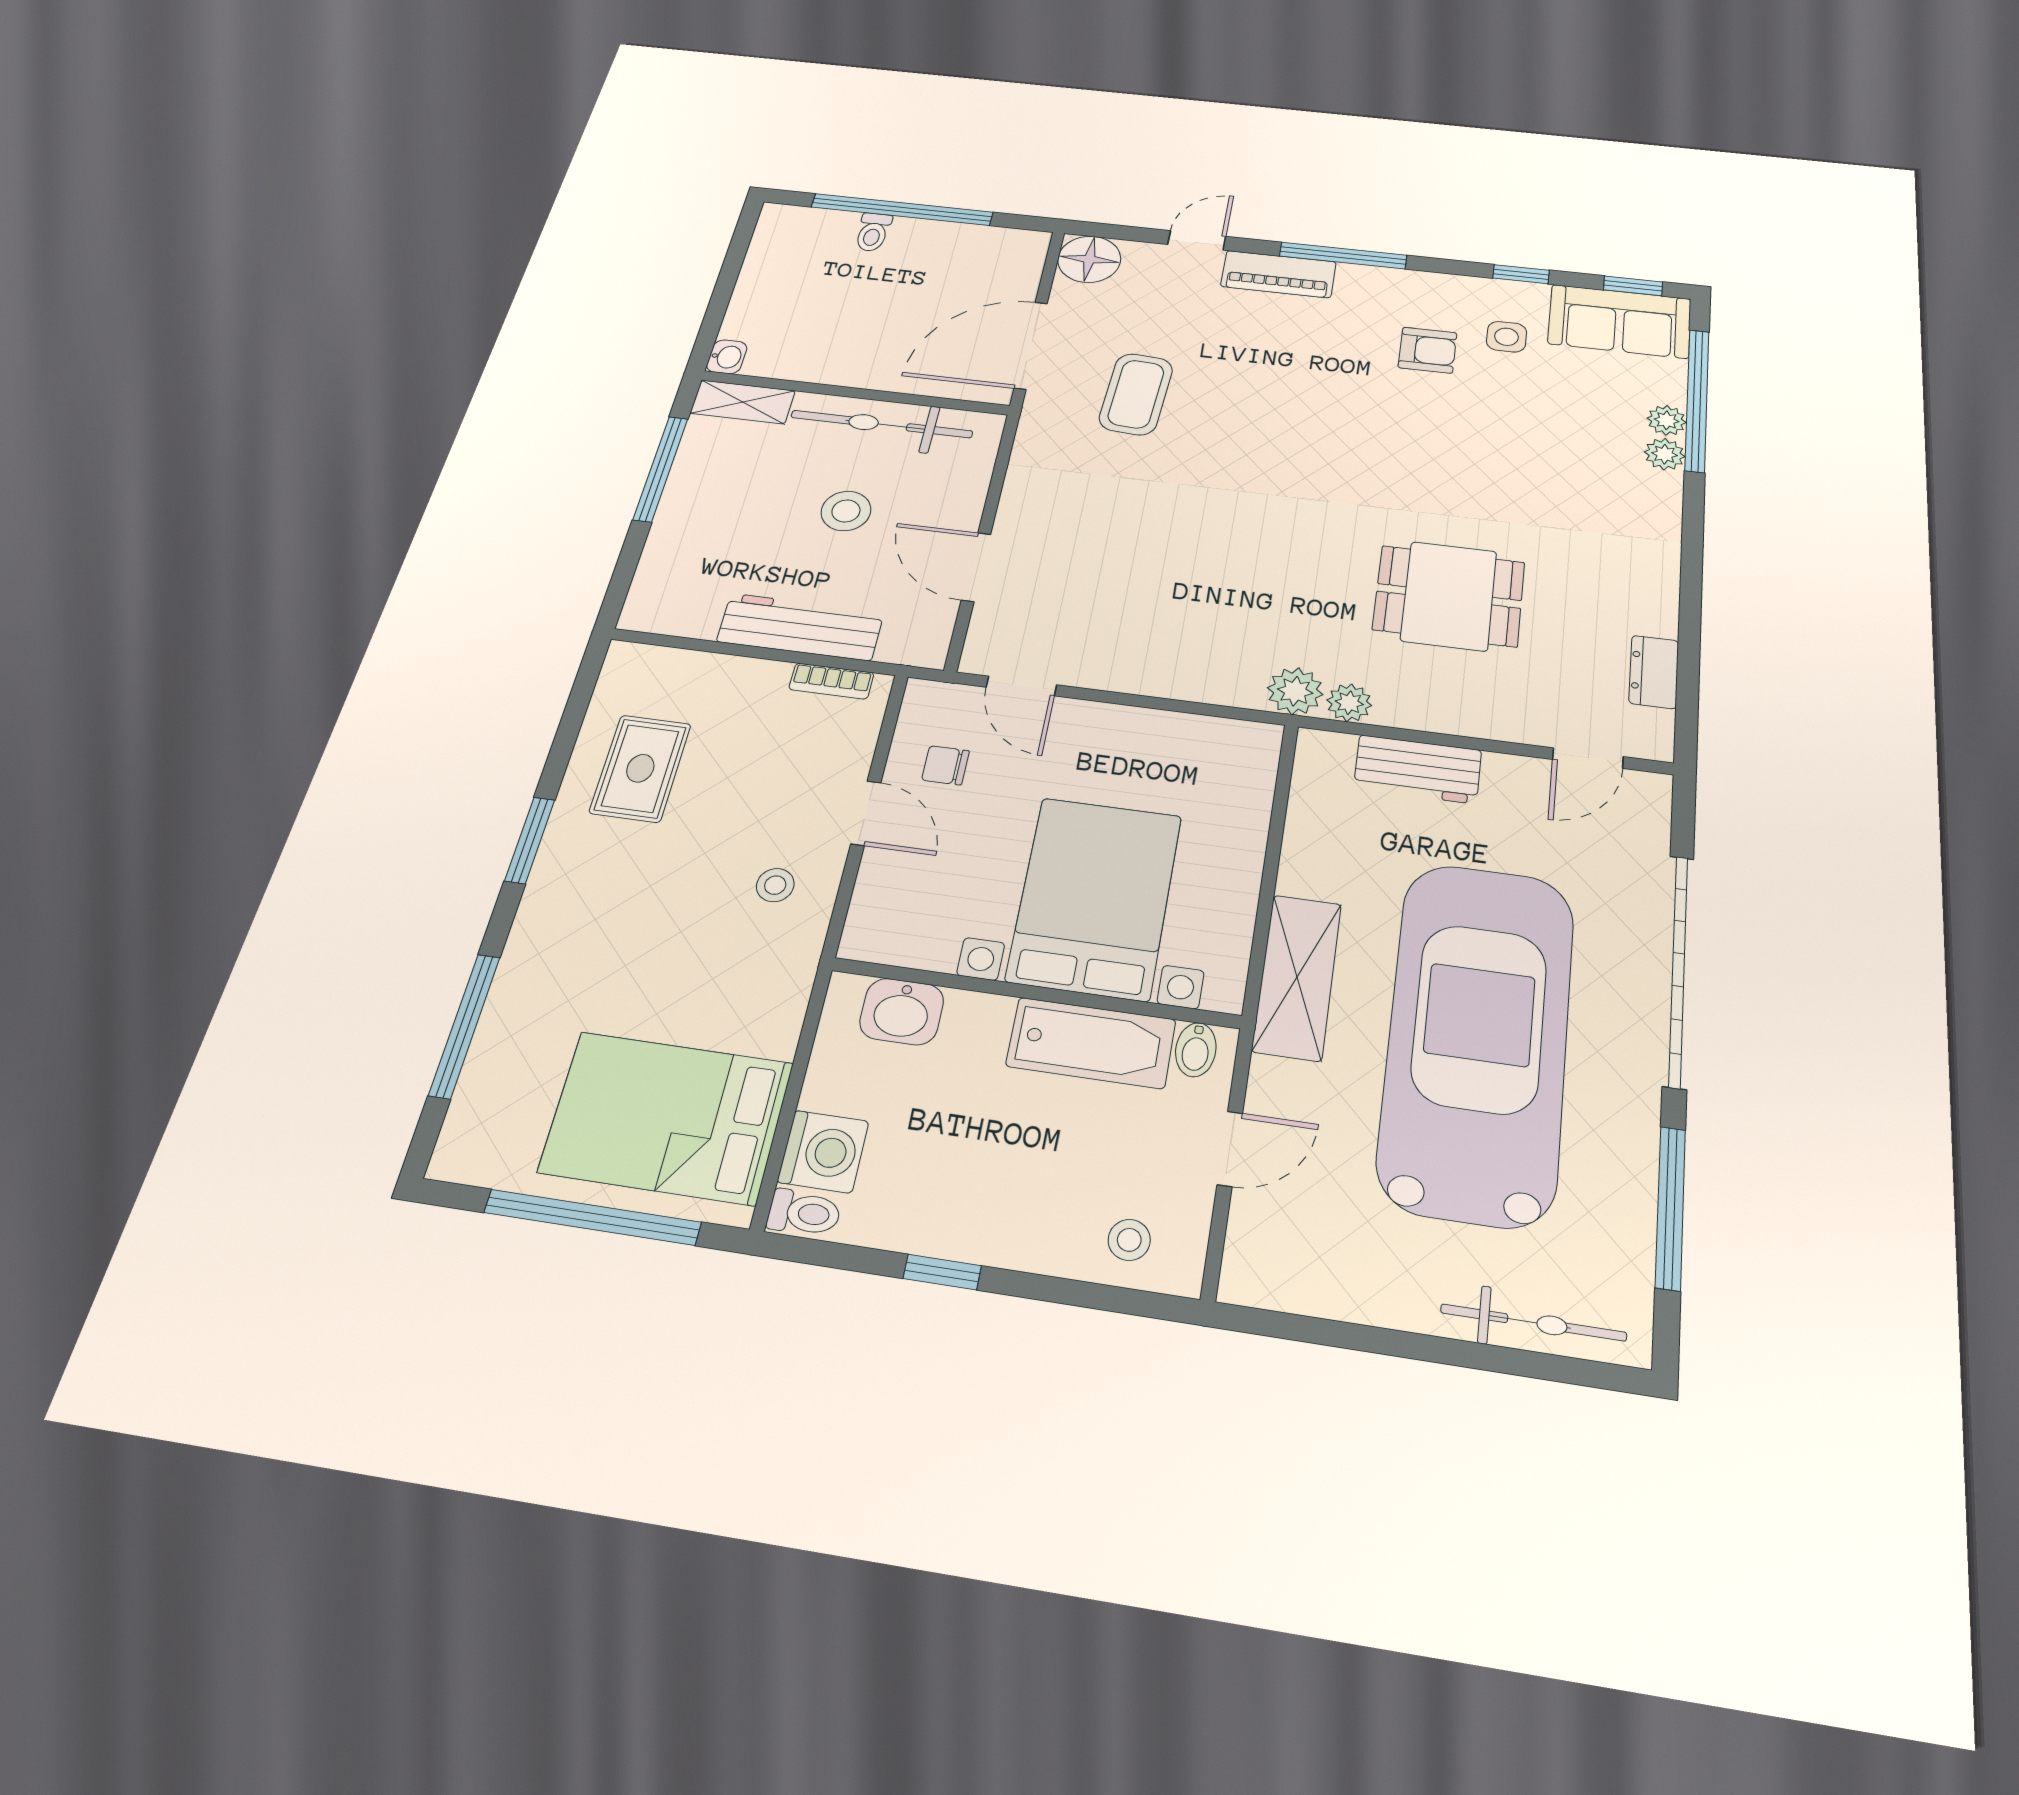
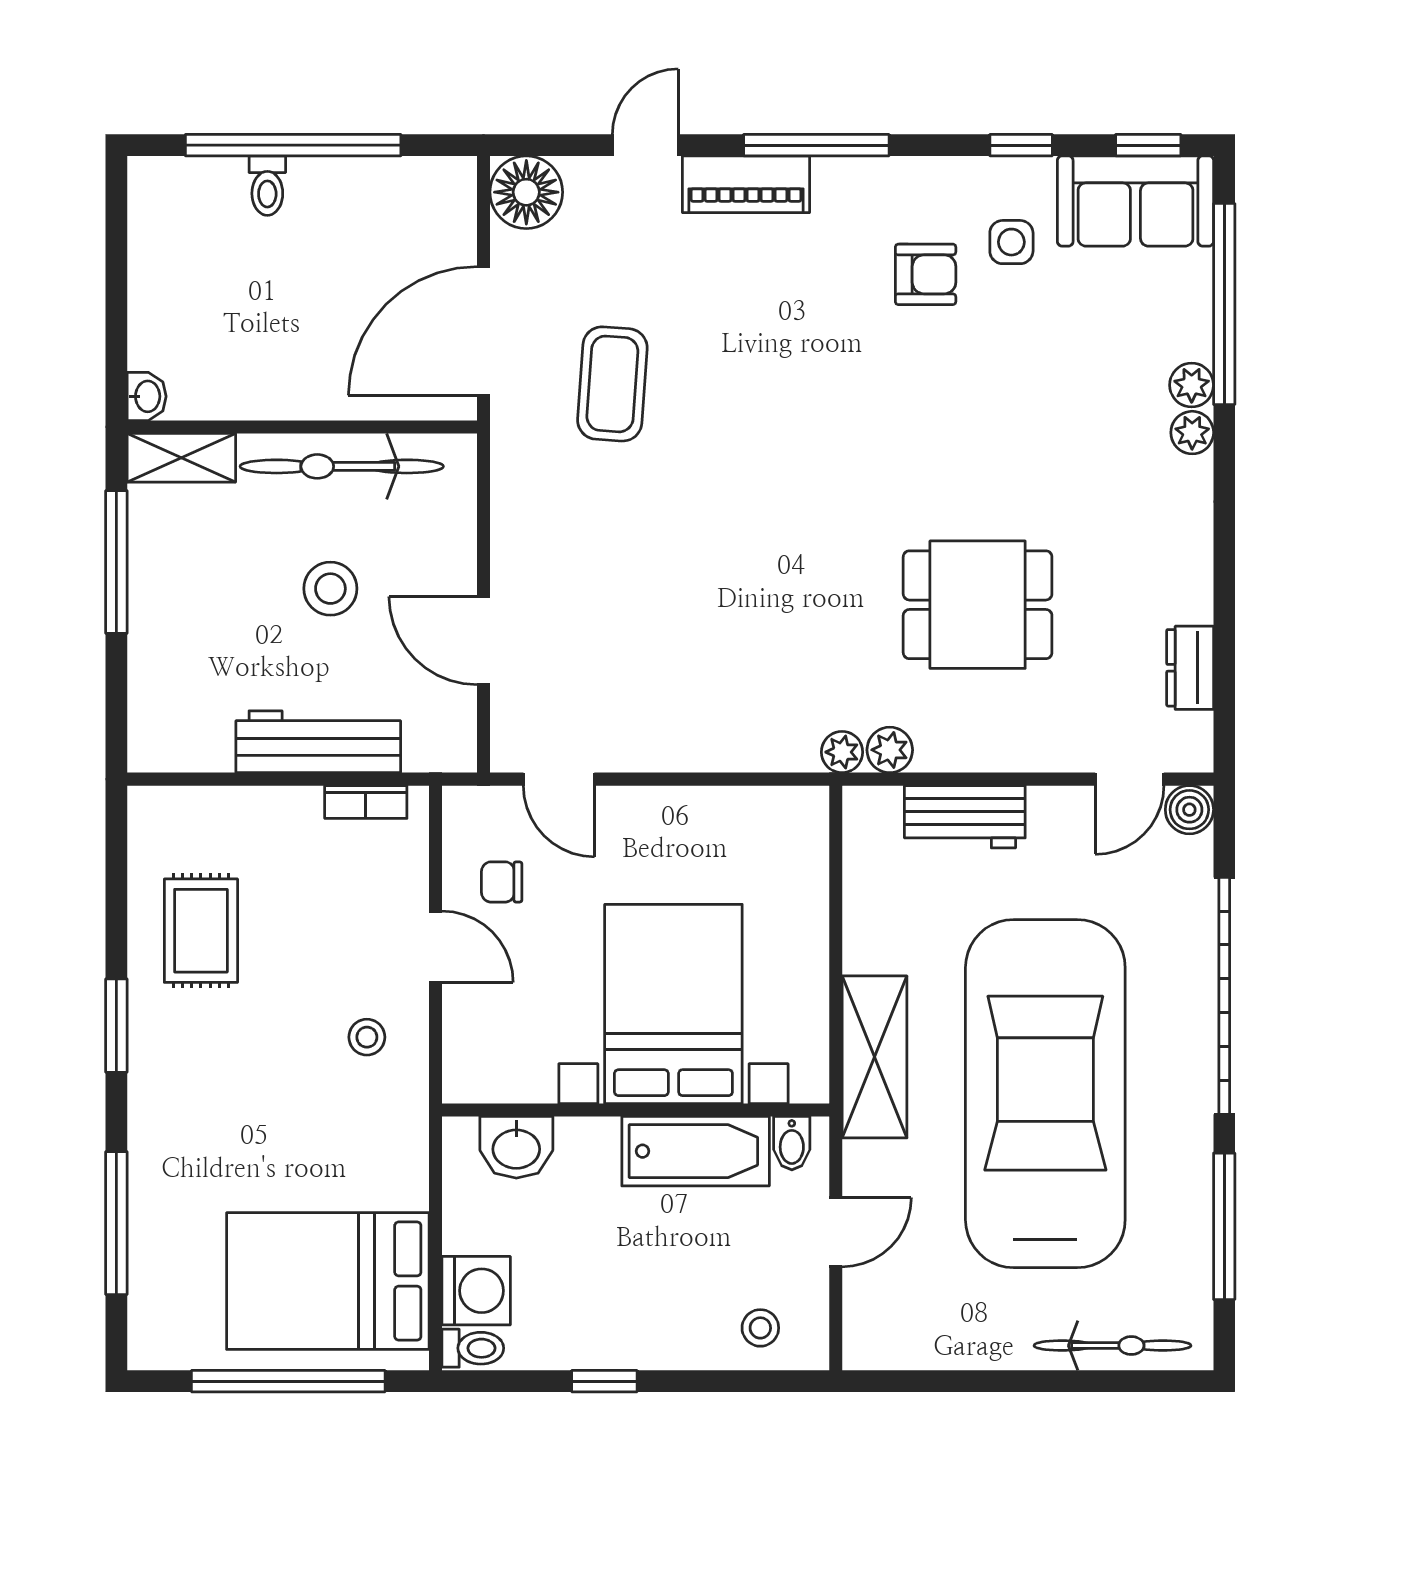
plant: (1667, 420) -> (1192, 433), moved
plant: (1295, 691) -> (842, 752), width x0.73, depth x0.73
boiler: (1648, 793) -> (1189, 810), added

